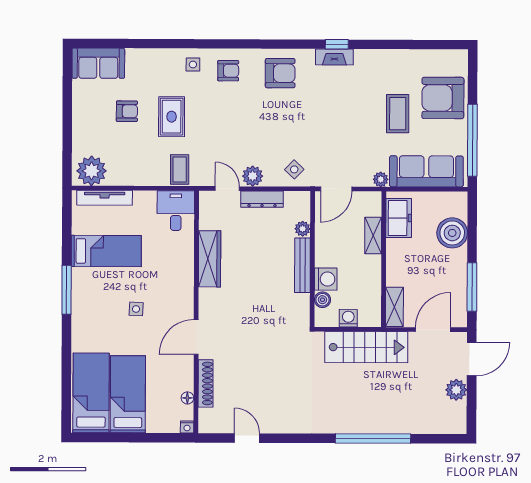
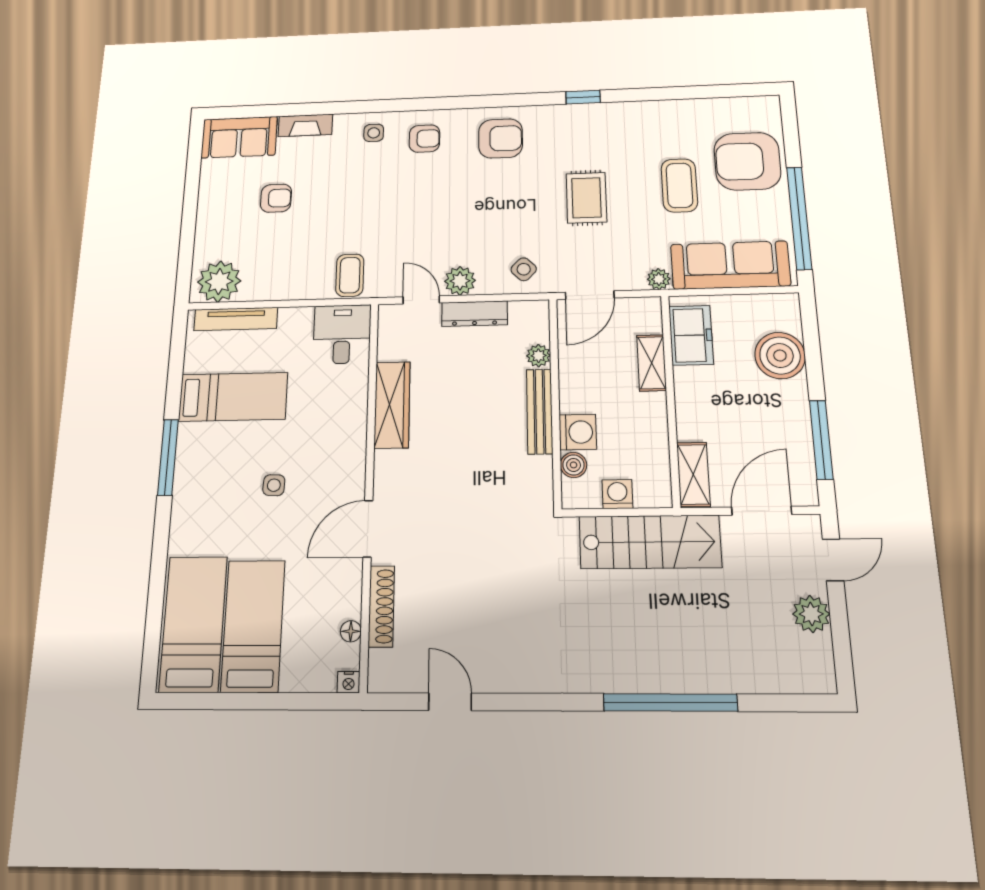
fireplace: (334, 57) -> (305, 125), moved
rug: (172, 117) -> (586, 198), moved
door: (472, 359) -> (833, 560), width x0.73

